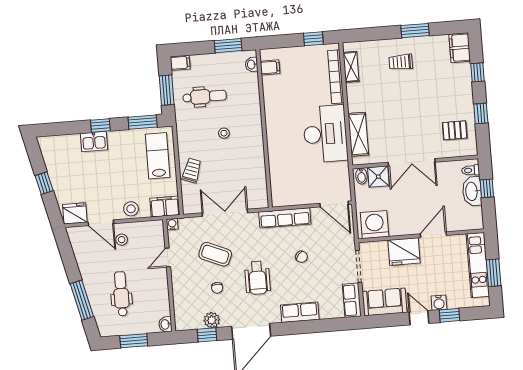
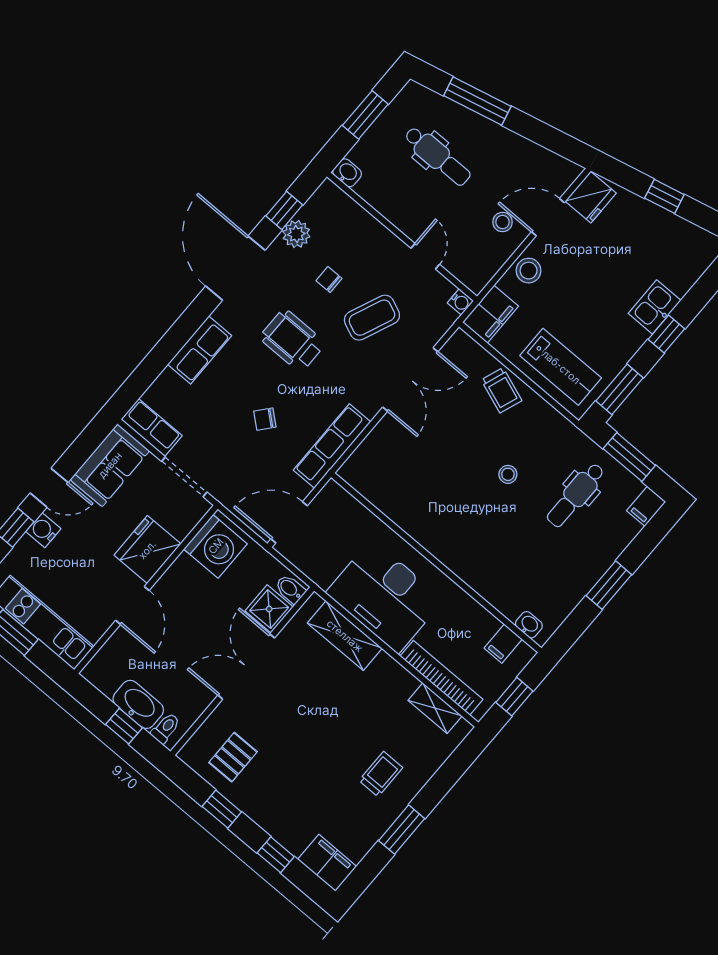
washbasin: (252, 64) -> (529, 625), moved
filing cabinet: (270, 67) -> (503, 644), moved
wall: (264, 129) -> (436, 563), moved

